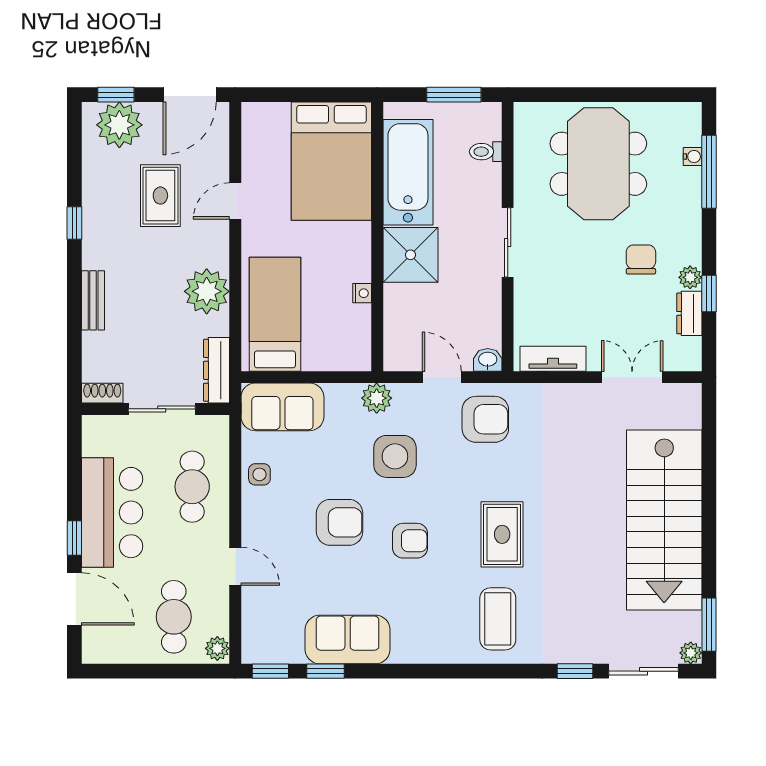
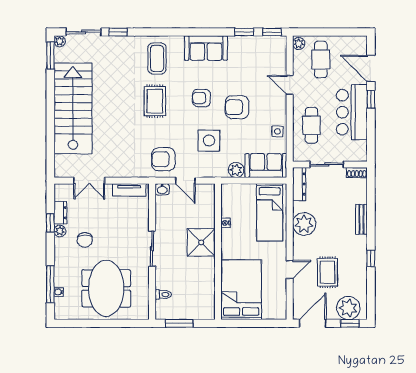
bathtub: (408, 172) -> (202, 284), removed
plant: (377, 398) -> (236, 170), moved
sofa: (348, 639) -> (206, 48), moved

